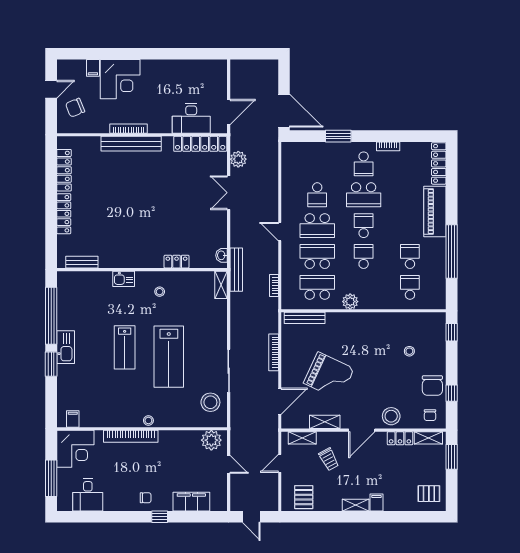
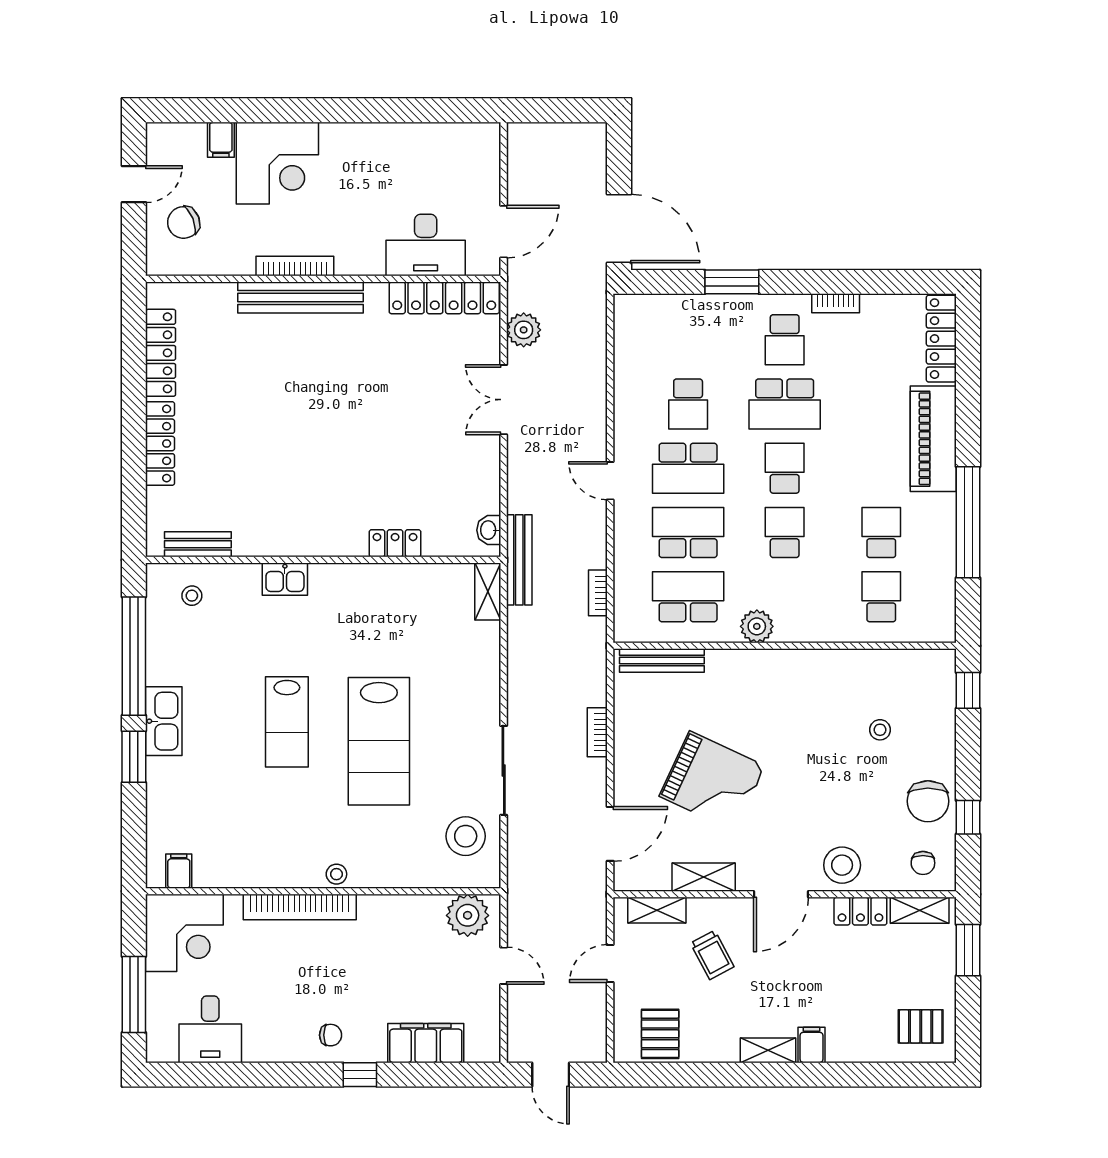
stool: (160, 292) -> (192, 596), moved
bookcase: (274, 352) -> (597, 732), width x0.64

